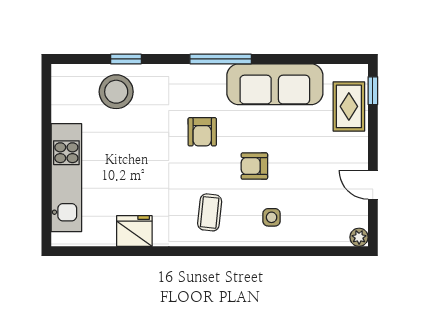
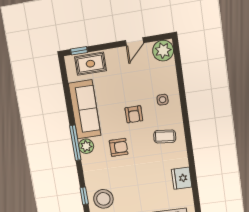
plant: (212, 77) -> (86, 146), added
plant: (359, 237) -> (163, 51), width x1.88, depth x1.88

